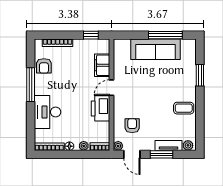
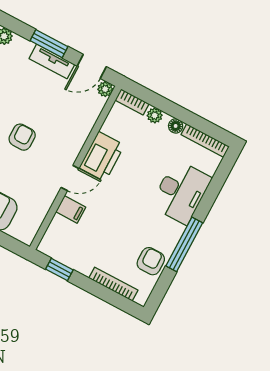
filing cabinet: (102, 65) -> (71, 209), width x0.50
armchair: (132, 126) -> (22, 137), moved, turned 180
tv unit: (169, 145) -> (52, 61), moved
door: (132, 154) -> (92, 66), swing flipped

